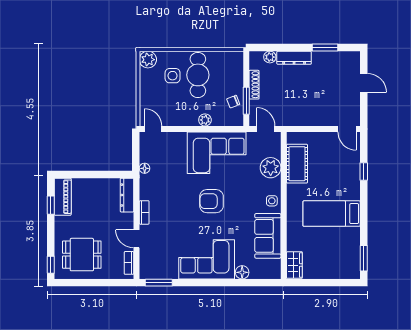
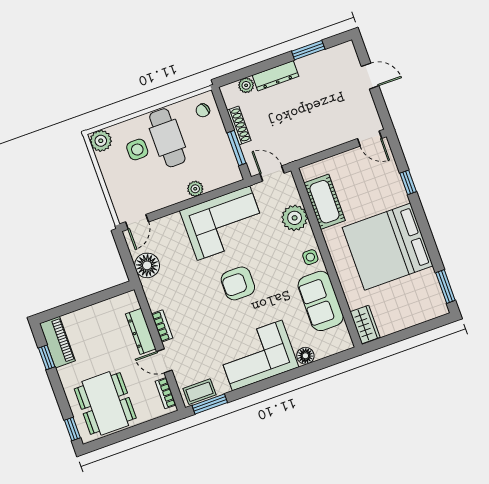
chair: (233, 102) -> (203, 110), moved
door: (153, 129) -> (137, 222), swing flipped
floor lamp: (145, 168) -> (147, 265), width x1.89, depth x1.89
dresser: (127, 195) -> (141, 331), moved
bed: (332, 214) -> (388, 247), width x2.04
dining table: (82, 255) -> (105, 403), width x1.37
coffee table: (154, 271) -> (200, 392), added

